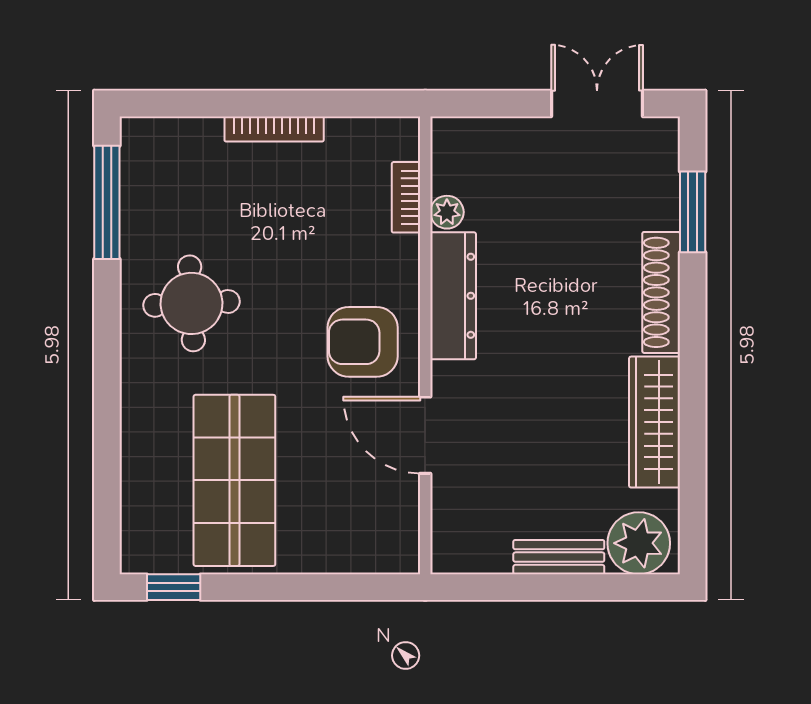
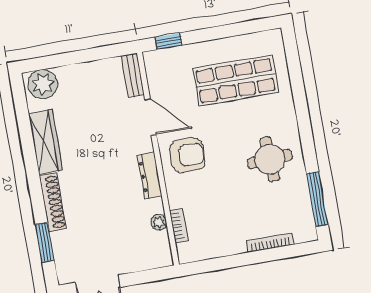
bookcase: (274, 129) -> (270, 243), moved
dresser: (453, 296) -> (150, 176), width x0.73, depth x0.80
shop shelf: (234, 480) -> (236, 81), turned 90
bench: (559, 557) -> (133, 75), moved, turned 90
window: (174, 587) -> (169, 41), moved

